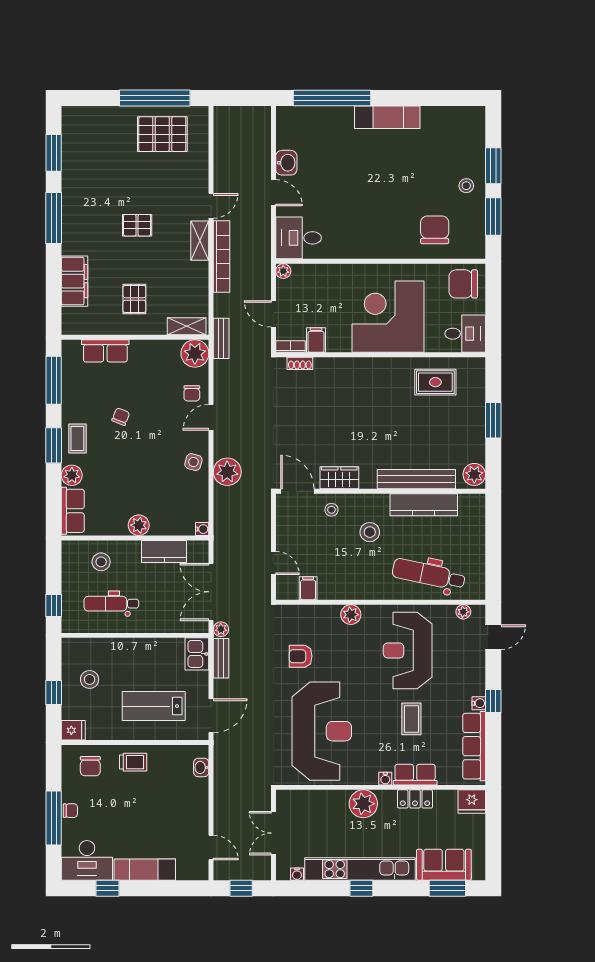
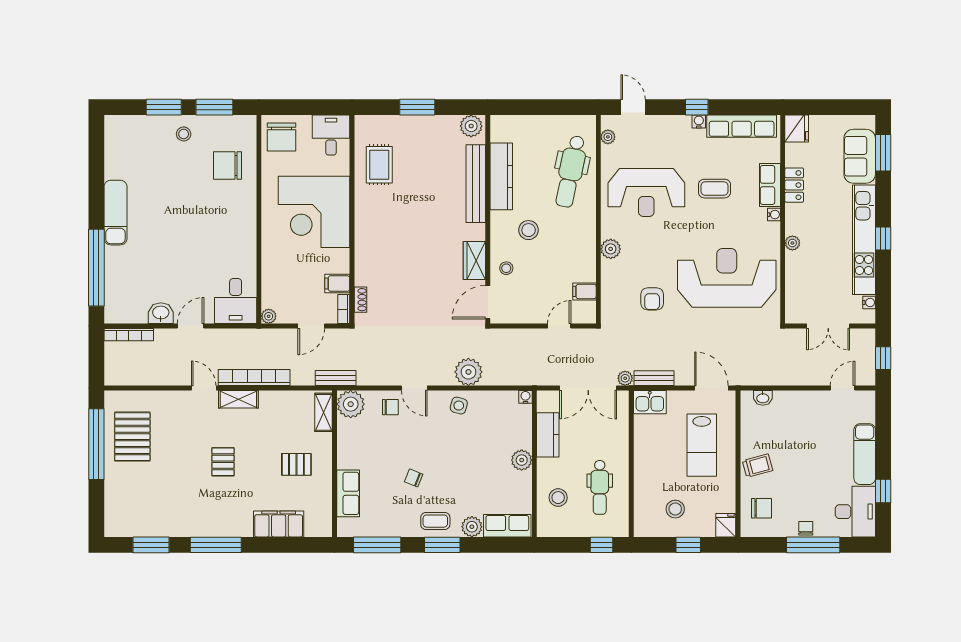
bookcase: (265, 131) -> (129, 335), added
trolley: (133, 762) -> (757, 466), turned 75
plant: (363, 804) -> (792, 243), width x0.53, depth x0.53

